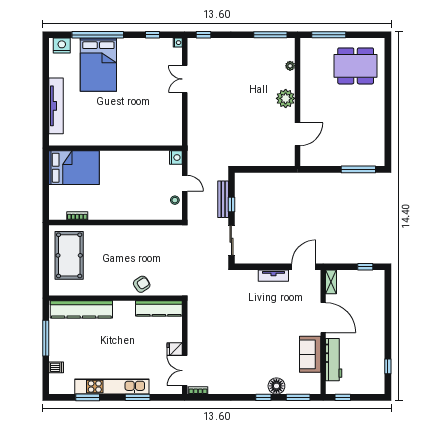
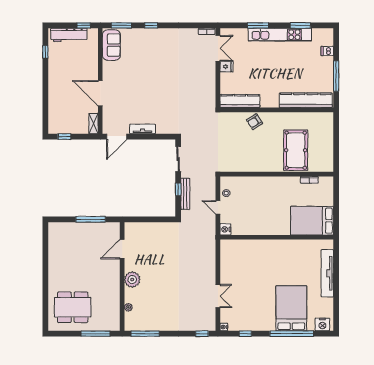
window: (358, 169) -> (91, 219), moved
pool table: (69, 255) -> (296, 150), moved
sofa: (310, 354) -> (111, 45), moved
workbench: (334, 360) -> (69, 35), moved, turned -90
floor lamp: (276, 386) -> (140, 35), removed

